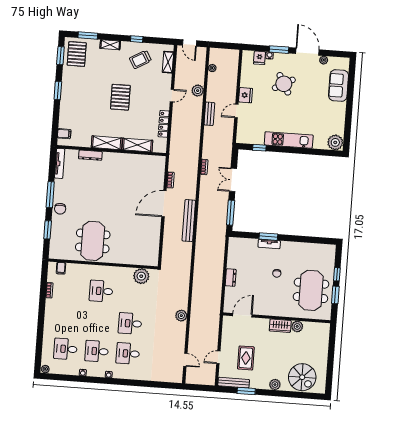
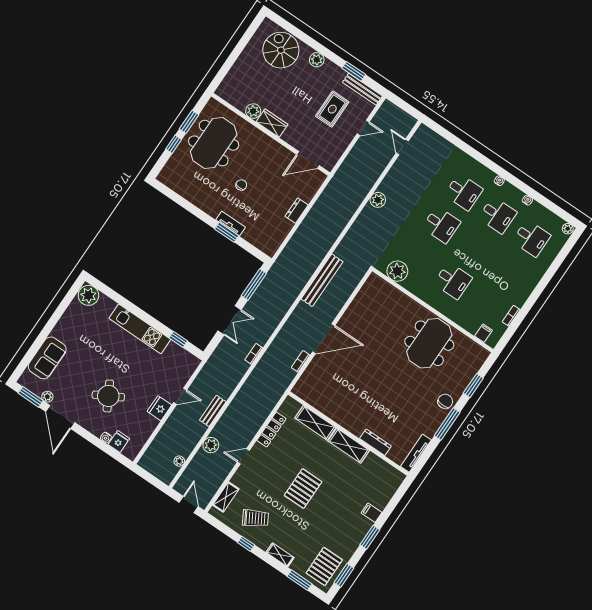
window: (279, 50) -> (31, 397), moved
filing cabinet: (64, 134) -> (372, 513), moved
bench: (189, 221) -> (322, 280), moved

